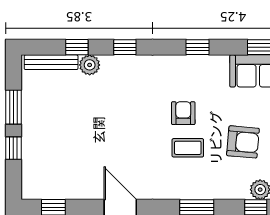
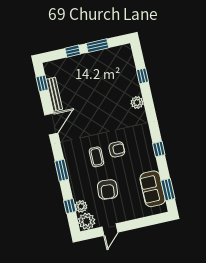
window: (125, 47) -> (149, 105), removed
bench: (51, 62) -> (54, 94), moved
plant: (90, 65) -> (137, 102), moved

